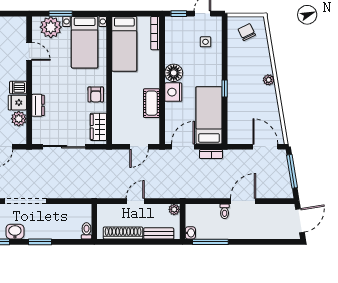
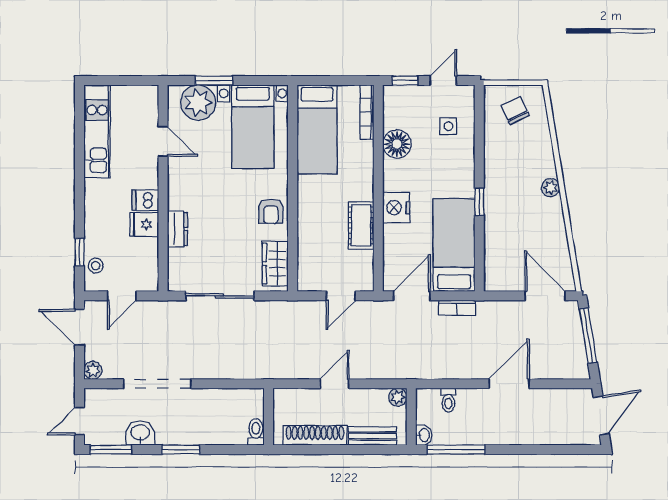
floor lamp: (174, 73) -> (397, 144), moved
plant: (19, 119) -> (146, 251), removed
toilet: (225, 211) -> (448, 400), moved

